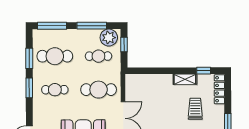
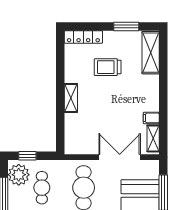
window: (204, 71) -> (60, 57), removed
shelving: (185, 79) -> (71, 98), moved

